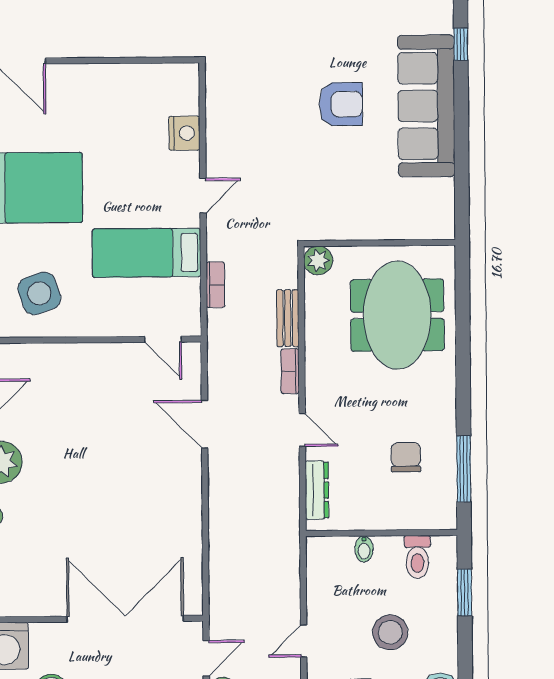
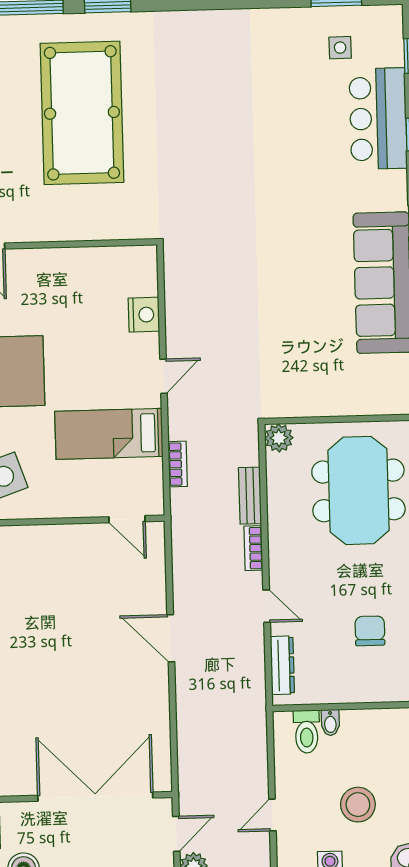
armchair: (341, 104) -> (298, 283), removed
door: (205, 424) -> (171, 638), moved
toilet: (417, 557) -> (307, 732), moved

